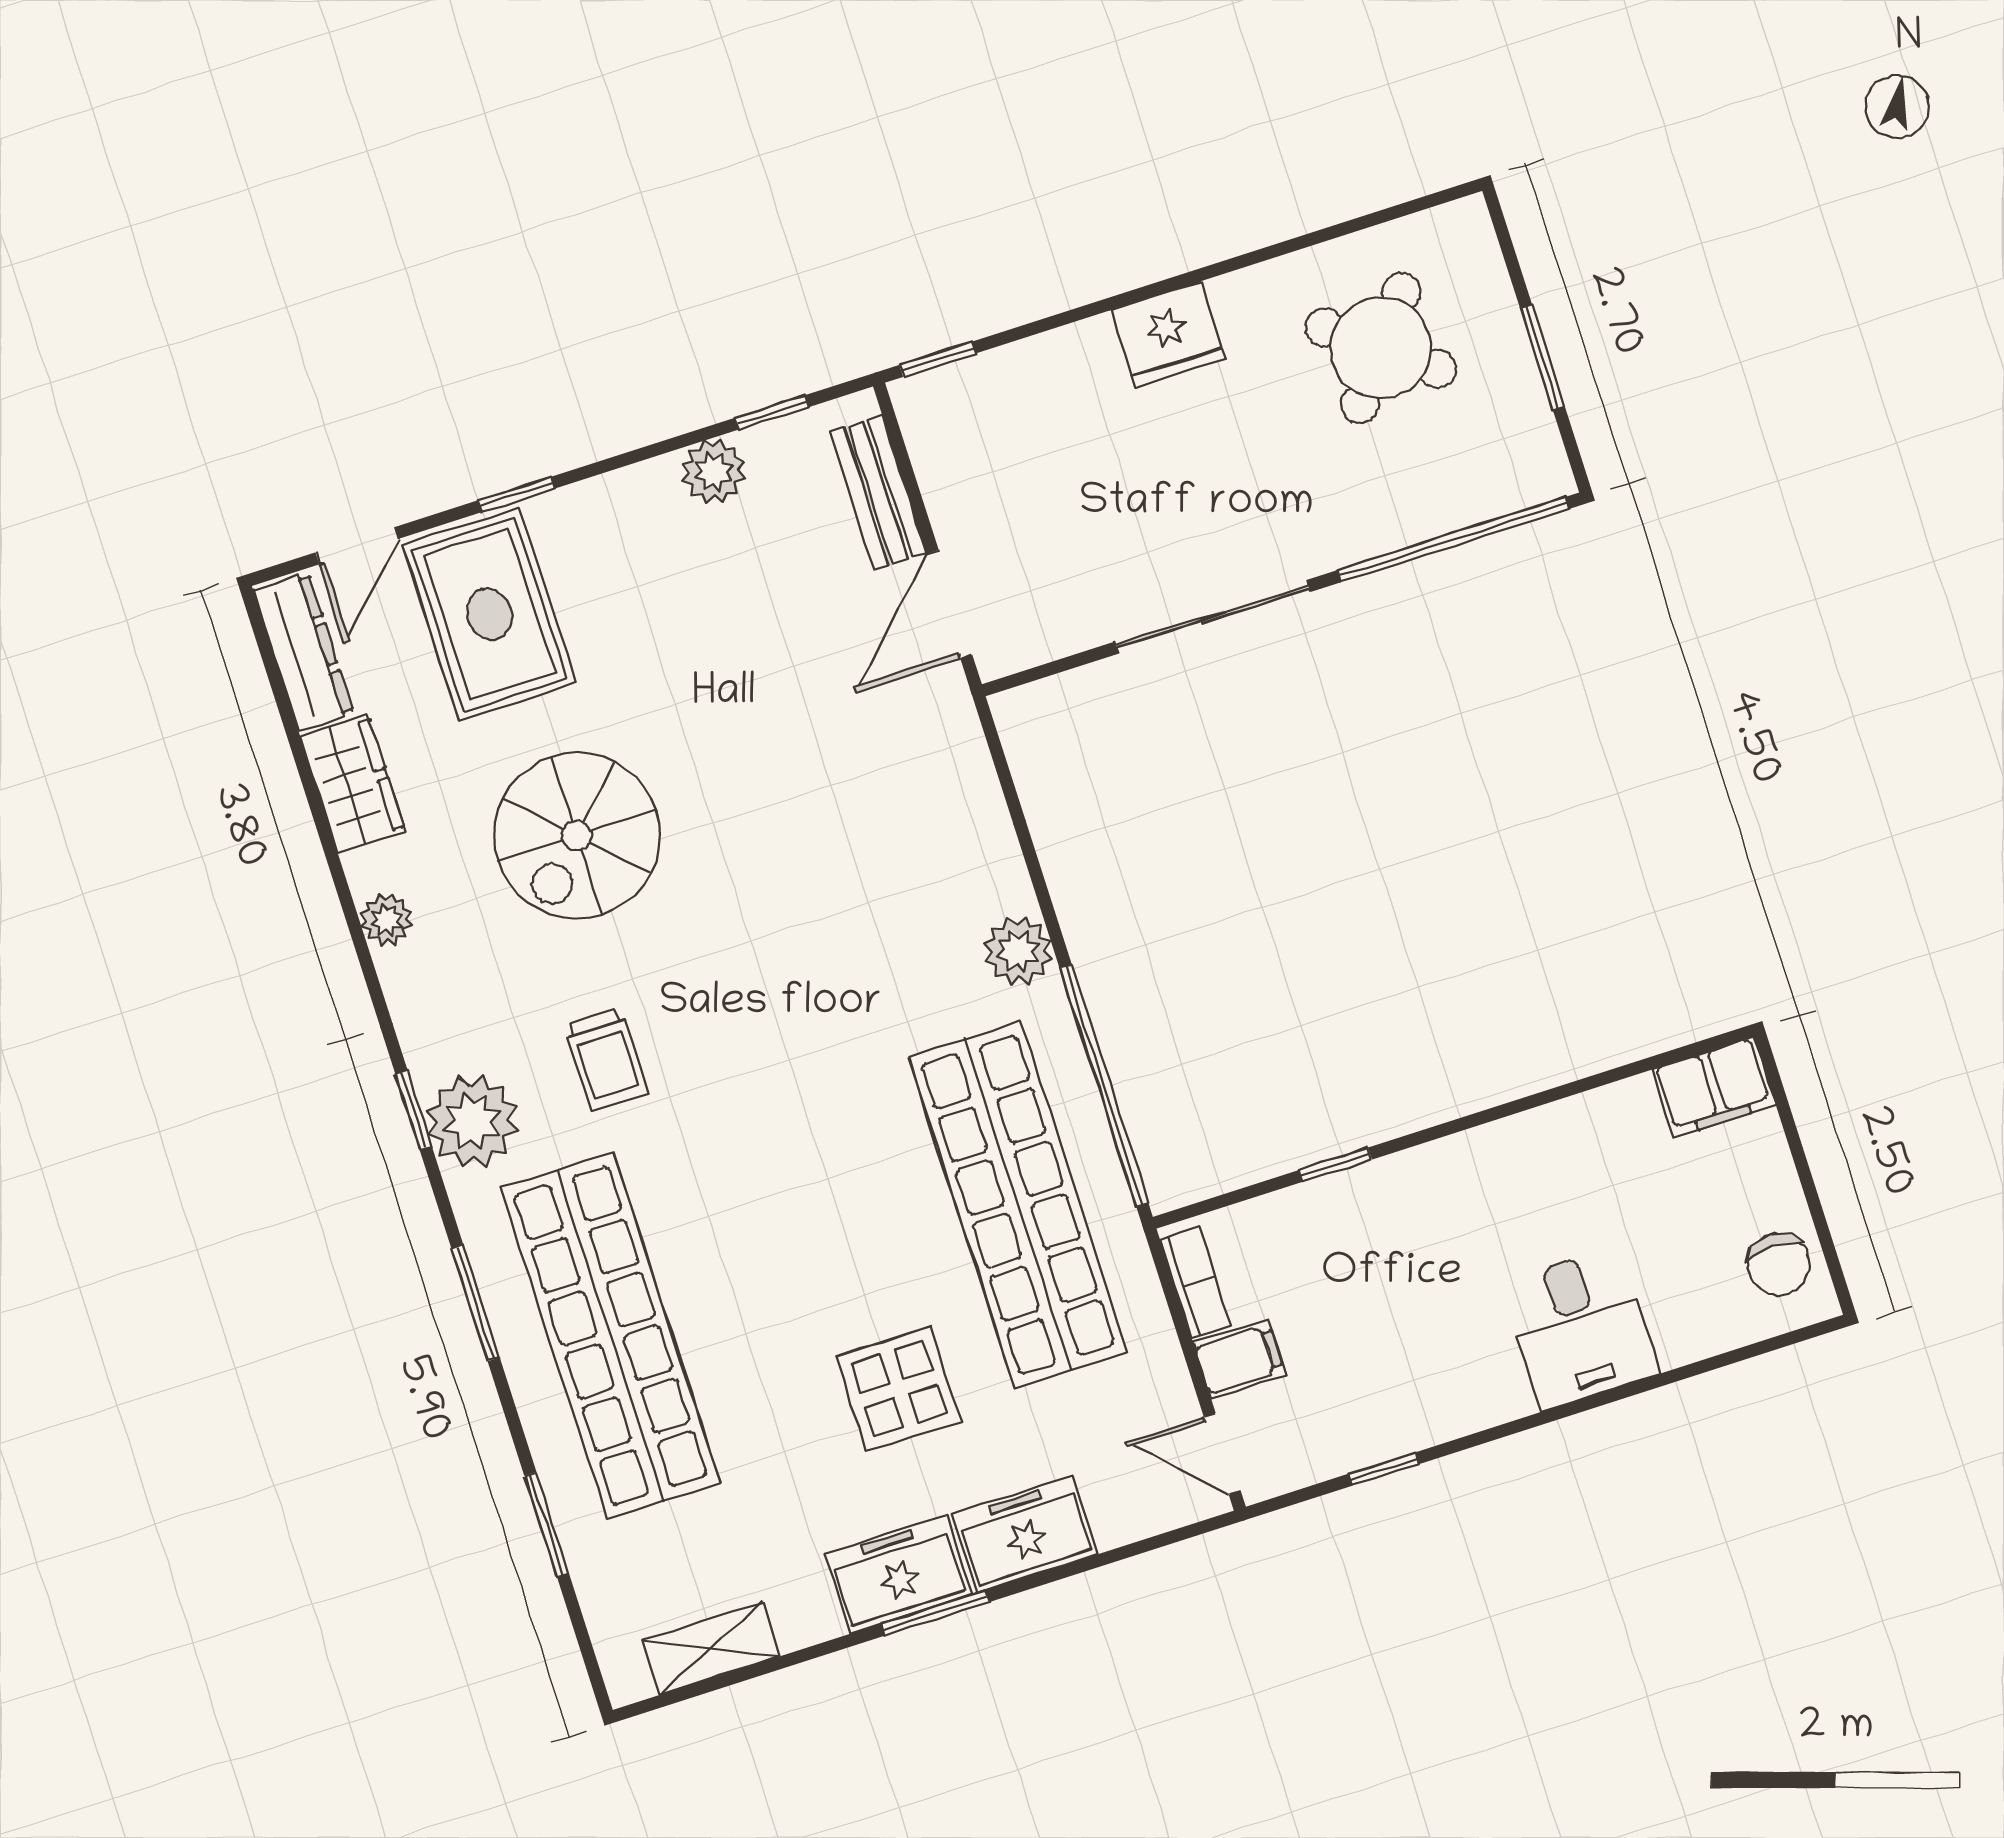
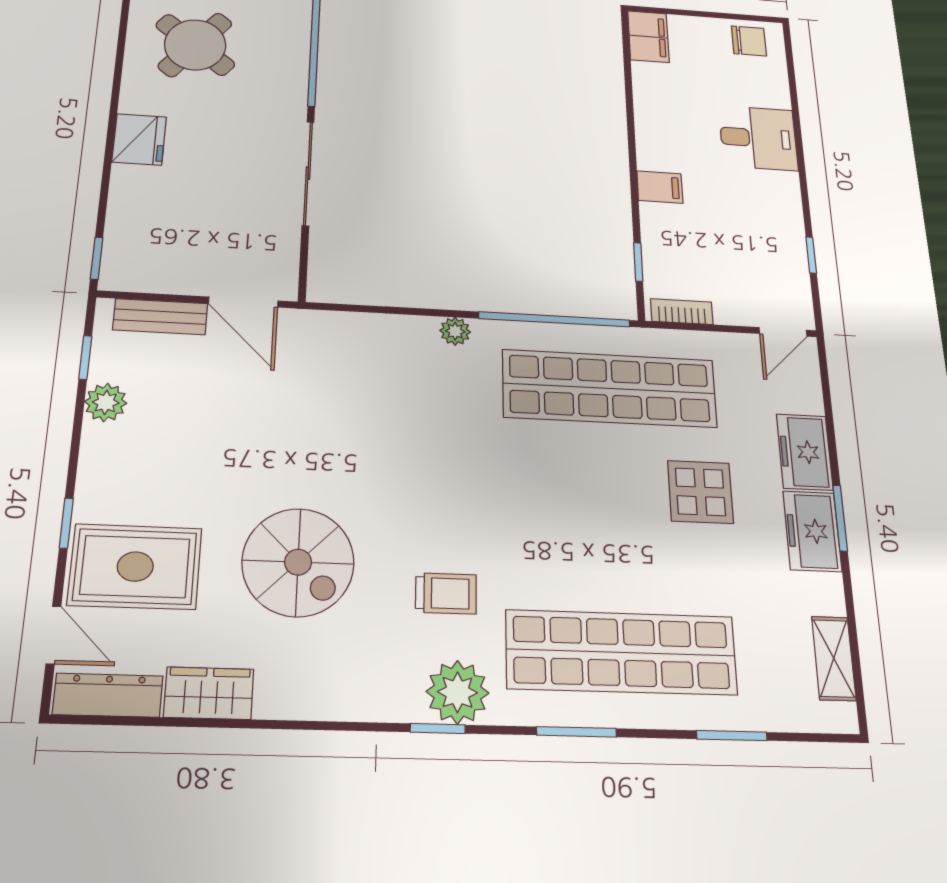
plant: (387, 920) -> (307, 702), removed
plant: (1018, 951) -> (455, 331), width x0.73, depth x0.73
window: (1335, 1165) -> (638, 262), moved
filing cabinet: (1240, 1359) -> (660, 187), moved, turned 90

